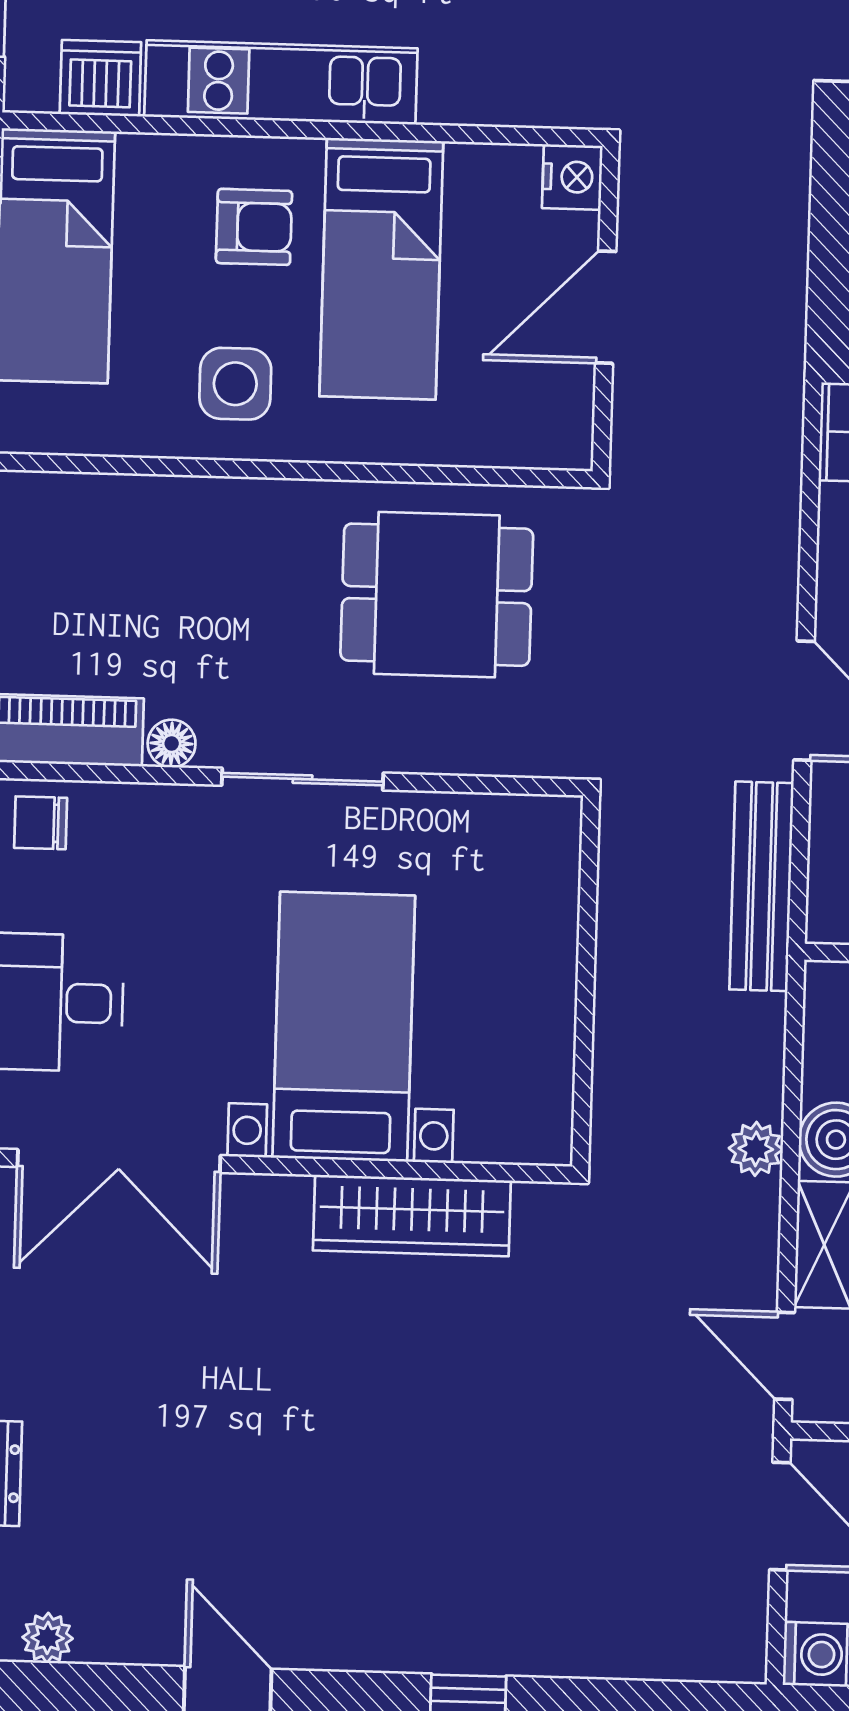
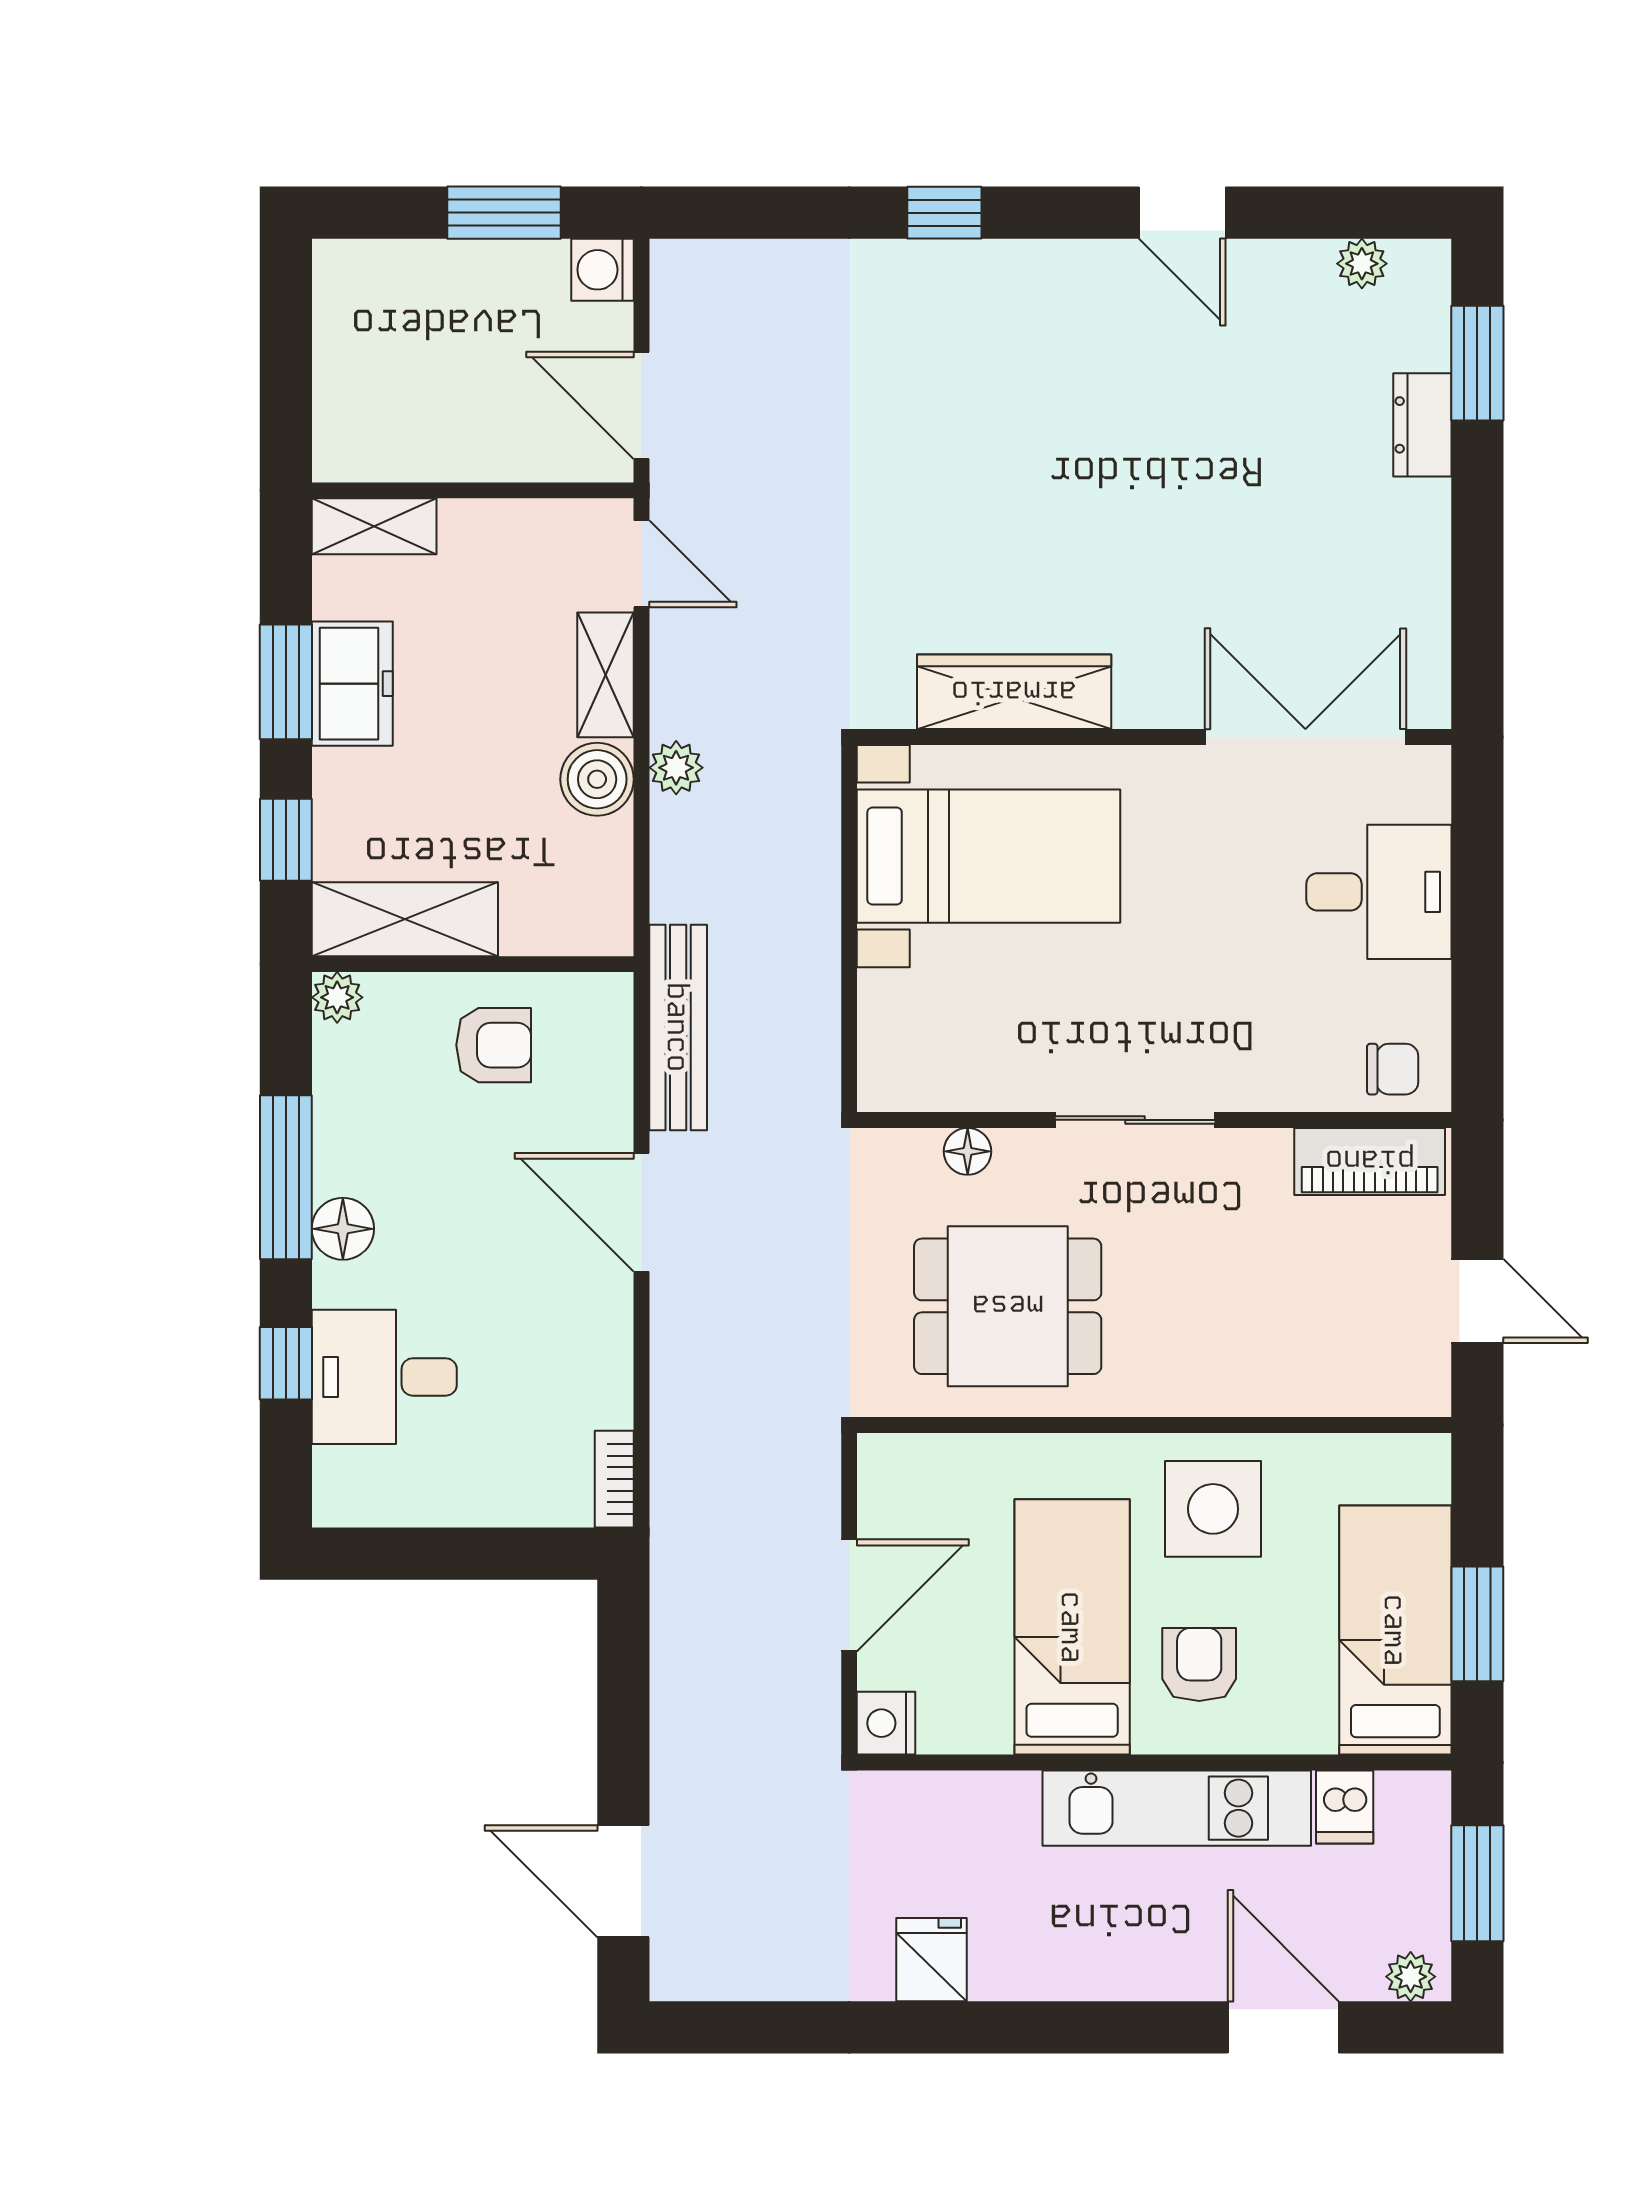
dishwasher: (100, 78) -> (1345, 1807), width x0.73
armchair: (254, 227) -> (1199, 1664), turned 90
side table: (235, 384) -> (1213, 1509), width x1.37, depth x1.37
floor lamp: (172, 743) -> (968, 1151), moved
bed with nightstands: (344, 1027) -> (989, 856), moved, turned -90

